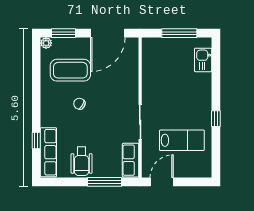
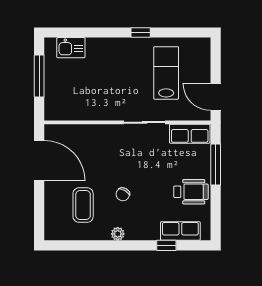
window: (64, 33) -> (39, 213), removed
plant: (46, 43) -> (118, 234), moved
coffee table: (70, 70) -> (83, 205), width x0.73, depth x0.76
row of seats: (48, 152) -> (180, 231), width x0.68

